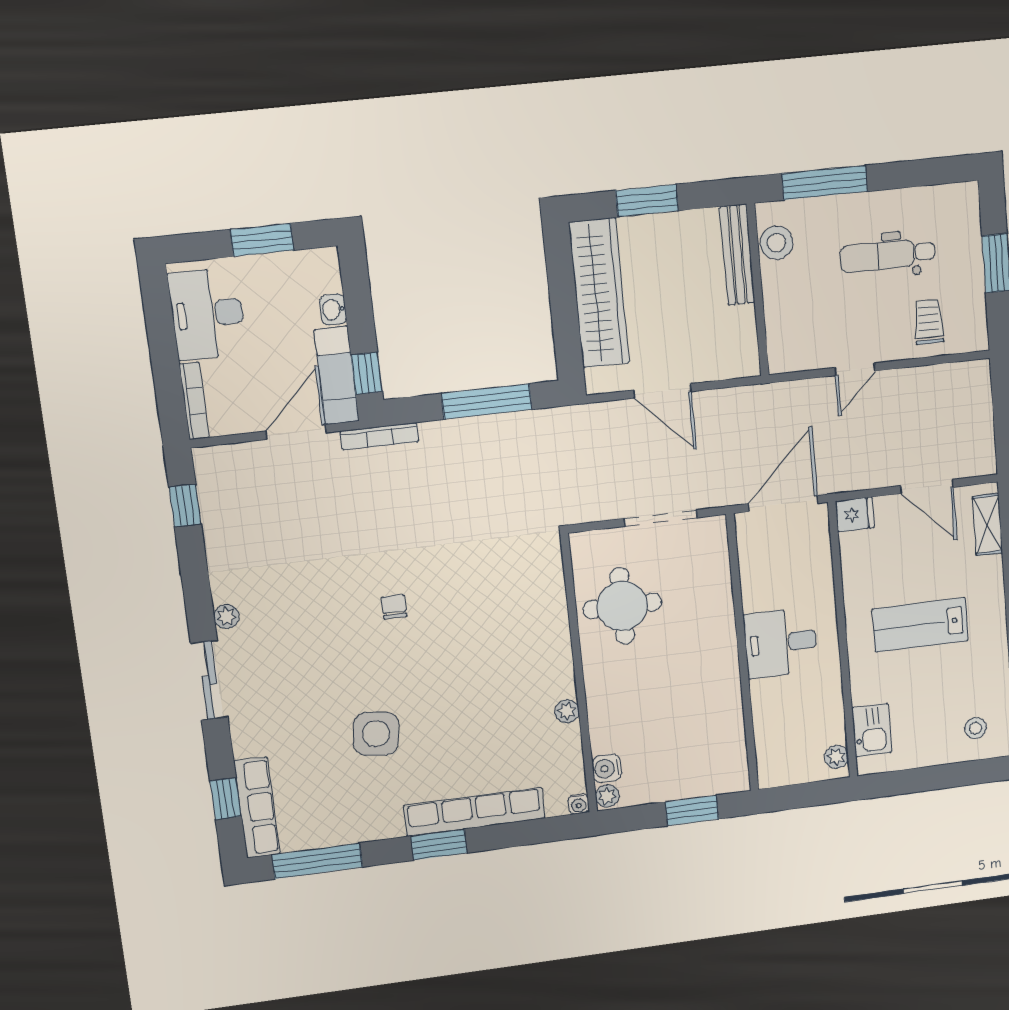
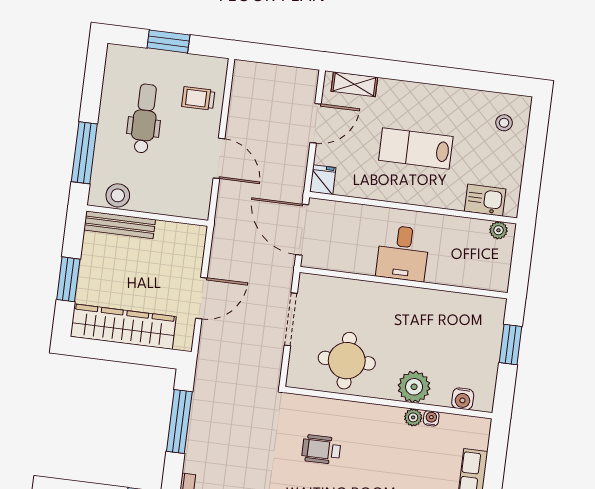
dental chair: (888, 255) -> (145, 118), turned 180
door: (855, 369) -> (219, 158), width x1.37
wheelchair: (495, 602) -> (321, 450), added
lab bench: (920, 625) -> (416, 148), turned 90
plant: (607, 796) -> (414, 387), moved, width x1.88, depth x1.88
water cooler: (579, 804) -> (431, 418), moved, turned -90

